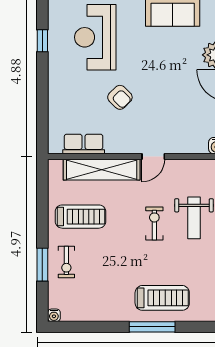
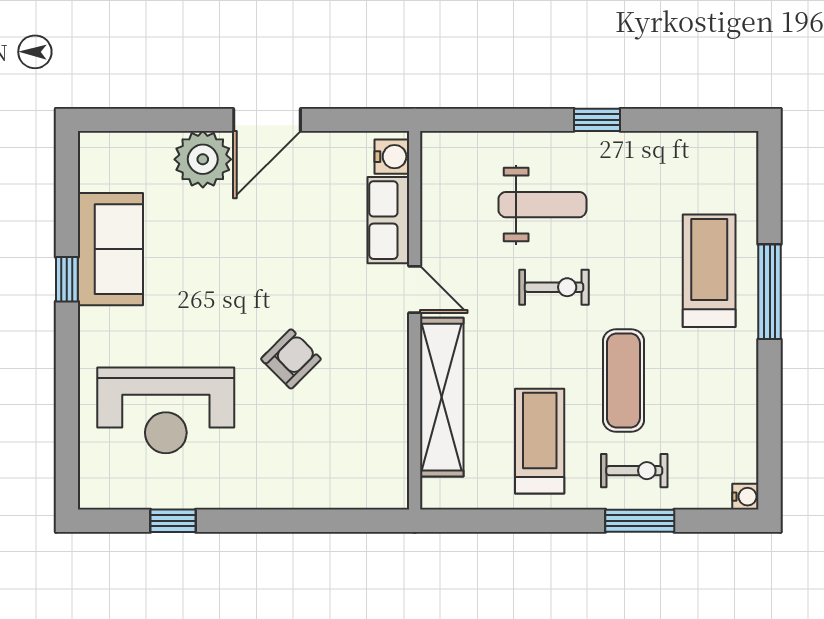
row of seats: (84, 144) -> (388, 220), moved
exercise bike: (154, 223) -> (554, 287), turned 180
exercise mat: (110, 257) -> (623, 381), added

